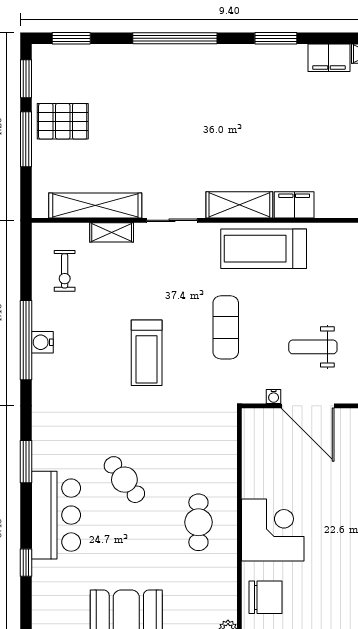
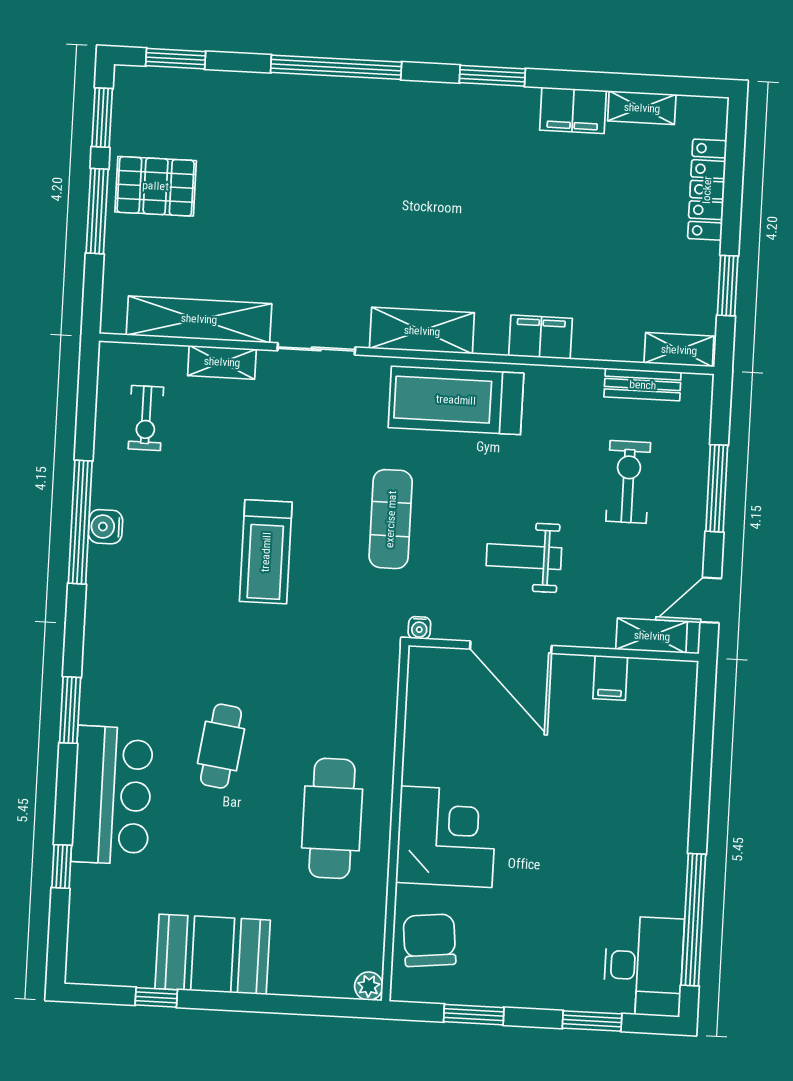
filing cabinet: (294, 205) -> (541, 337), moved
water cooler: (274, 396) -> (419, 628), moved
cafe table: (124, 480) -> (221, 746), turned 46
cafe table: (198, 522) -> (332, 818), width x1.37, depth x1.35
chair: (265, 597) -> (430, 940), turned -96

